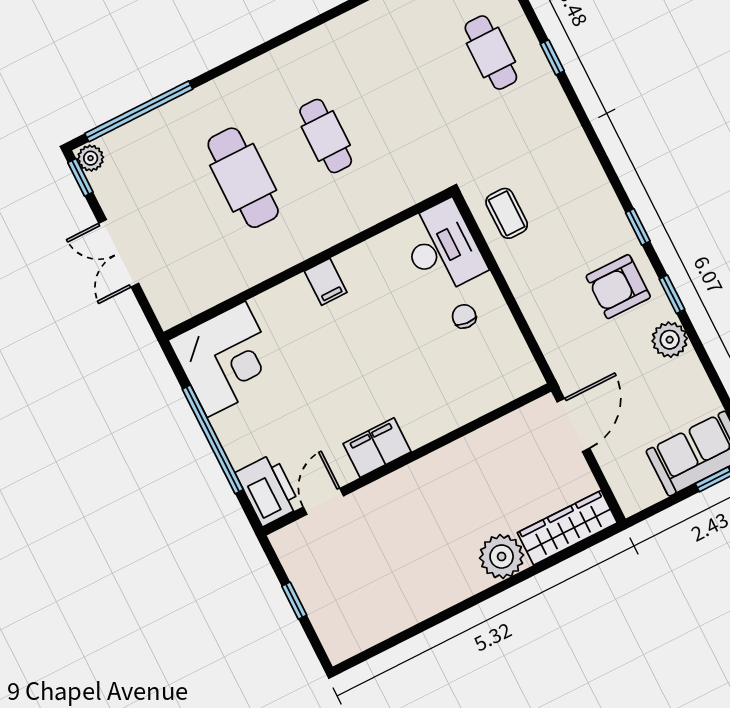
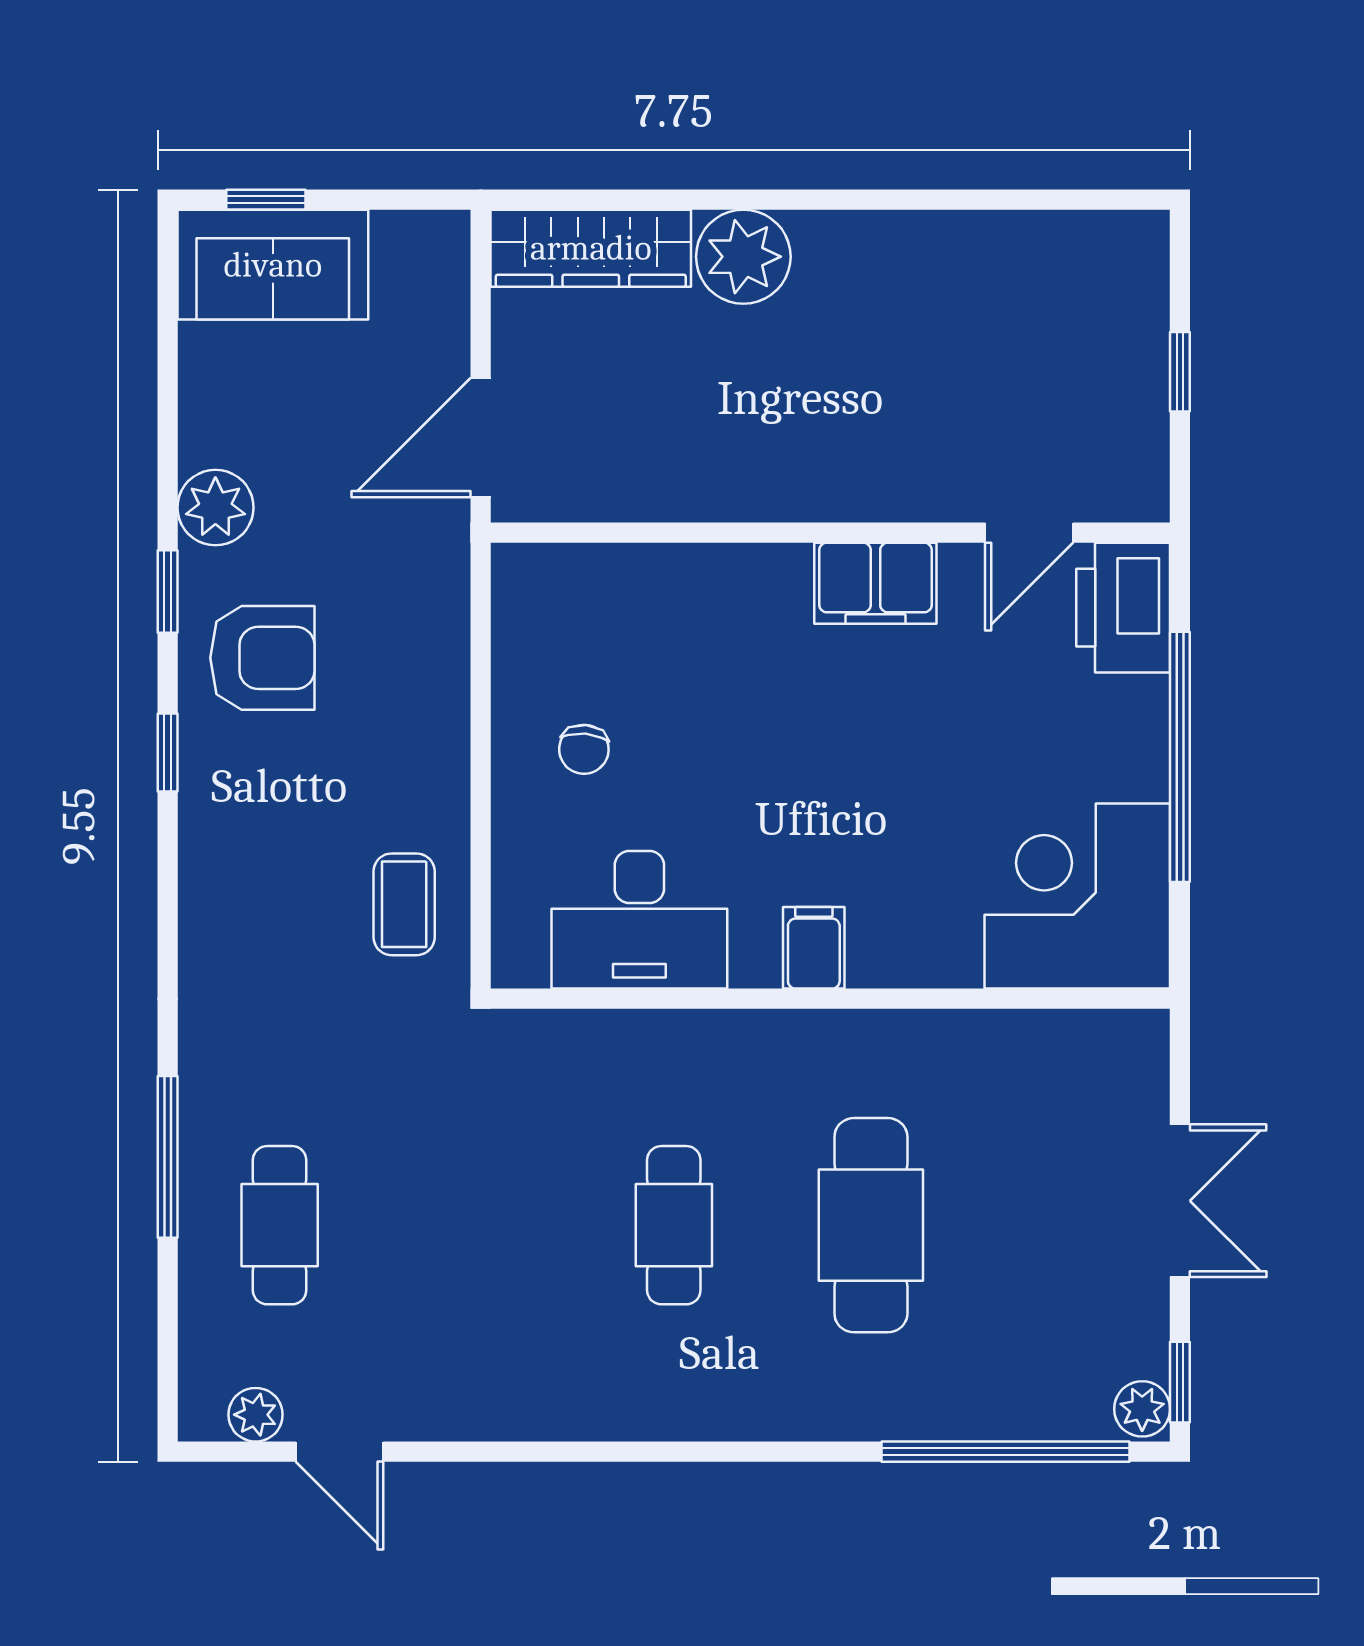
window: (552, 57) -> (168, 1157), width x2.17
desk: (442, 248) -> (639, 920), moved, turned -90

